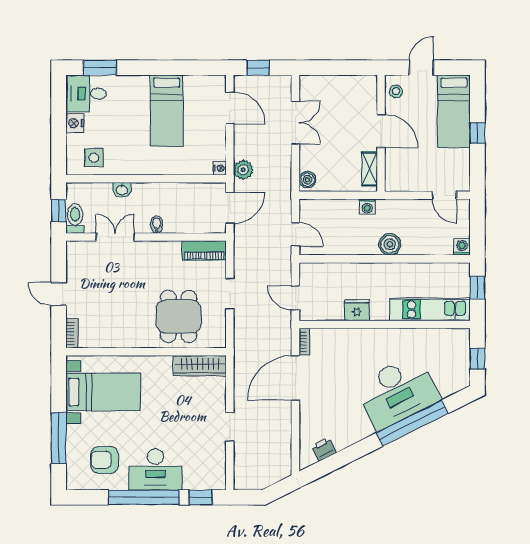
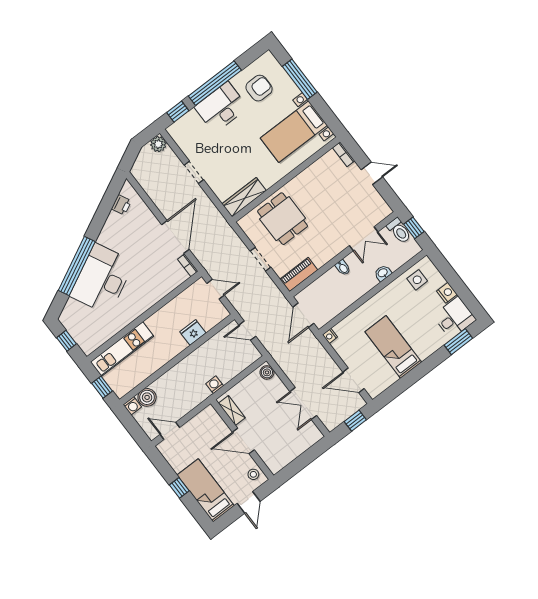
plant: (243, 170) -> (158, 144), moved
boiler: (390, 244) -> (147, 397), moved
fridge: (357, 310) -> (193, 332), moved, turned 180

